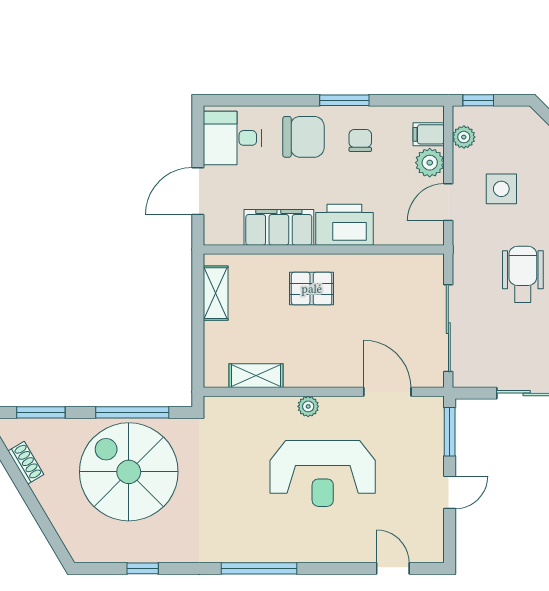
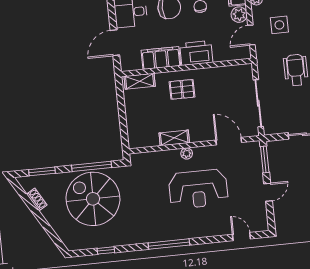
shelving: (216, 293) -> (140, 81), moved, turned 90
shelving: (256, 376) -> (174, 138), moved

